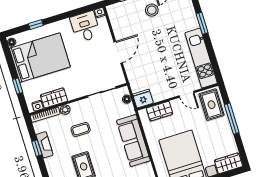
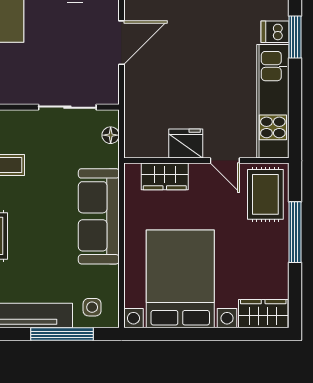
dishwasher: (192, 24) -> (275, 32), added
fridge: (143, 99) -> (186, 144), moved

